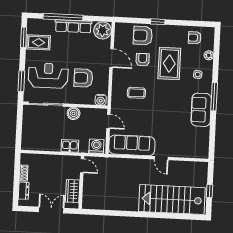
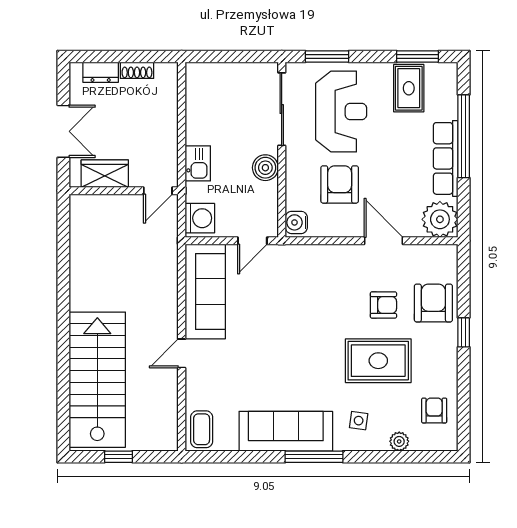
door: (112, 58) -> (384, 241), swing flipped
coffee table: (136, 93) -> (202, 429), moved
sofa: (201, 110) -> (286, 431), width x1.36

